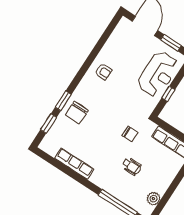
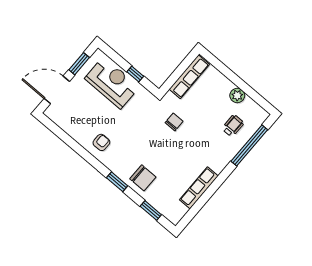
window: (63, 101) -> (117, 182), moved
wheelchair: (132, 166) -> (233, 126), moved
plant: (153, 199) -> (237, 95), moved

